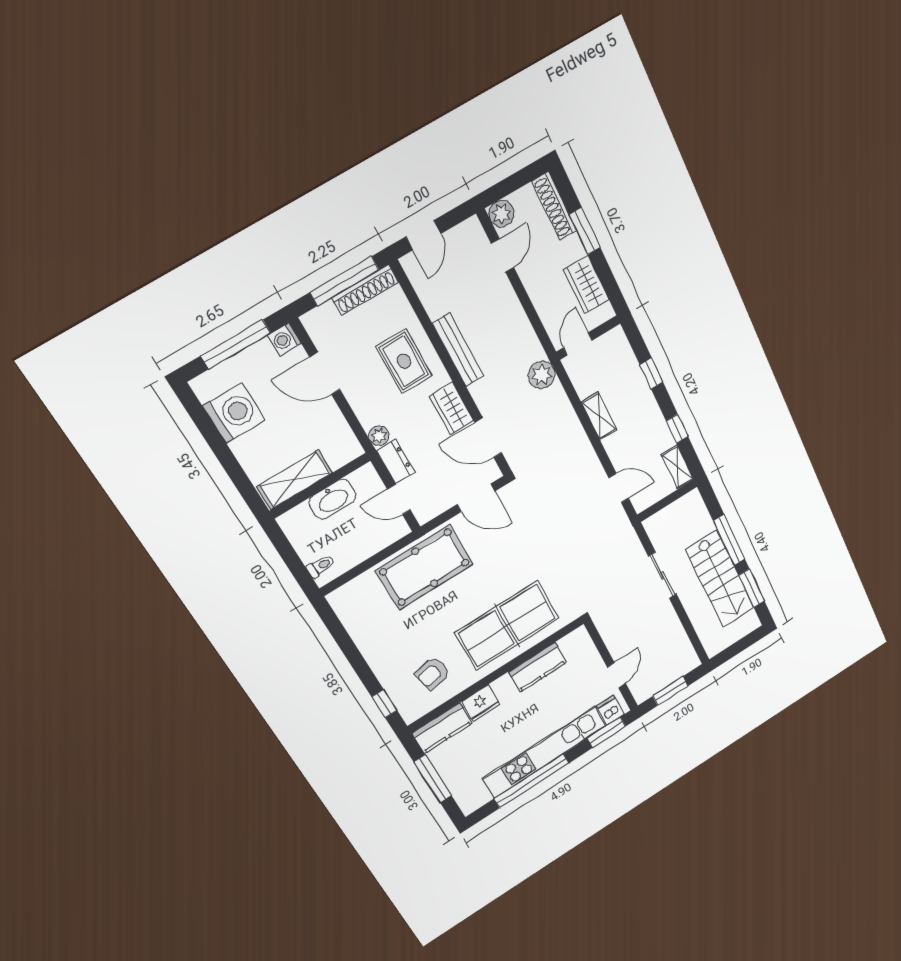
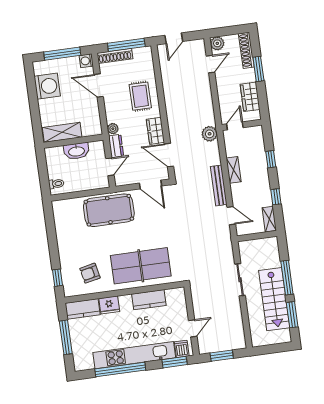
shoe rack: (365, 290) -> (115, 56), moved
bench: (458, 350) -> (219, 185), moved
door: (399, 499) -> (110, 167), swing flipped

